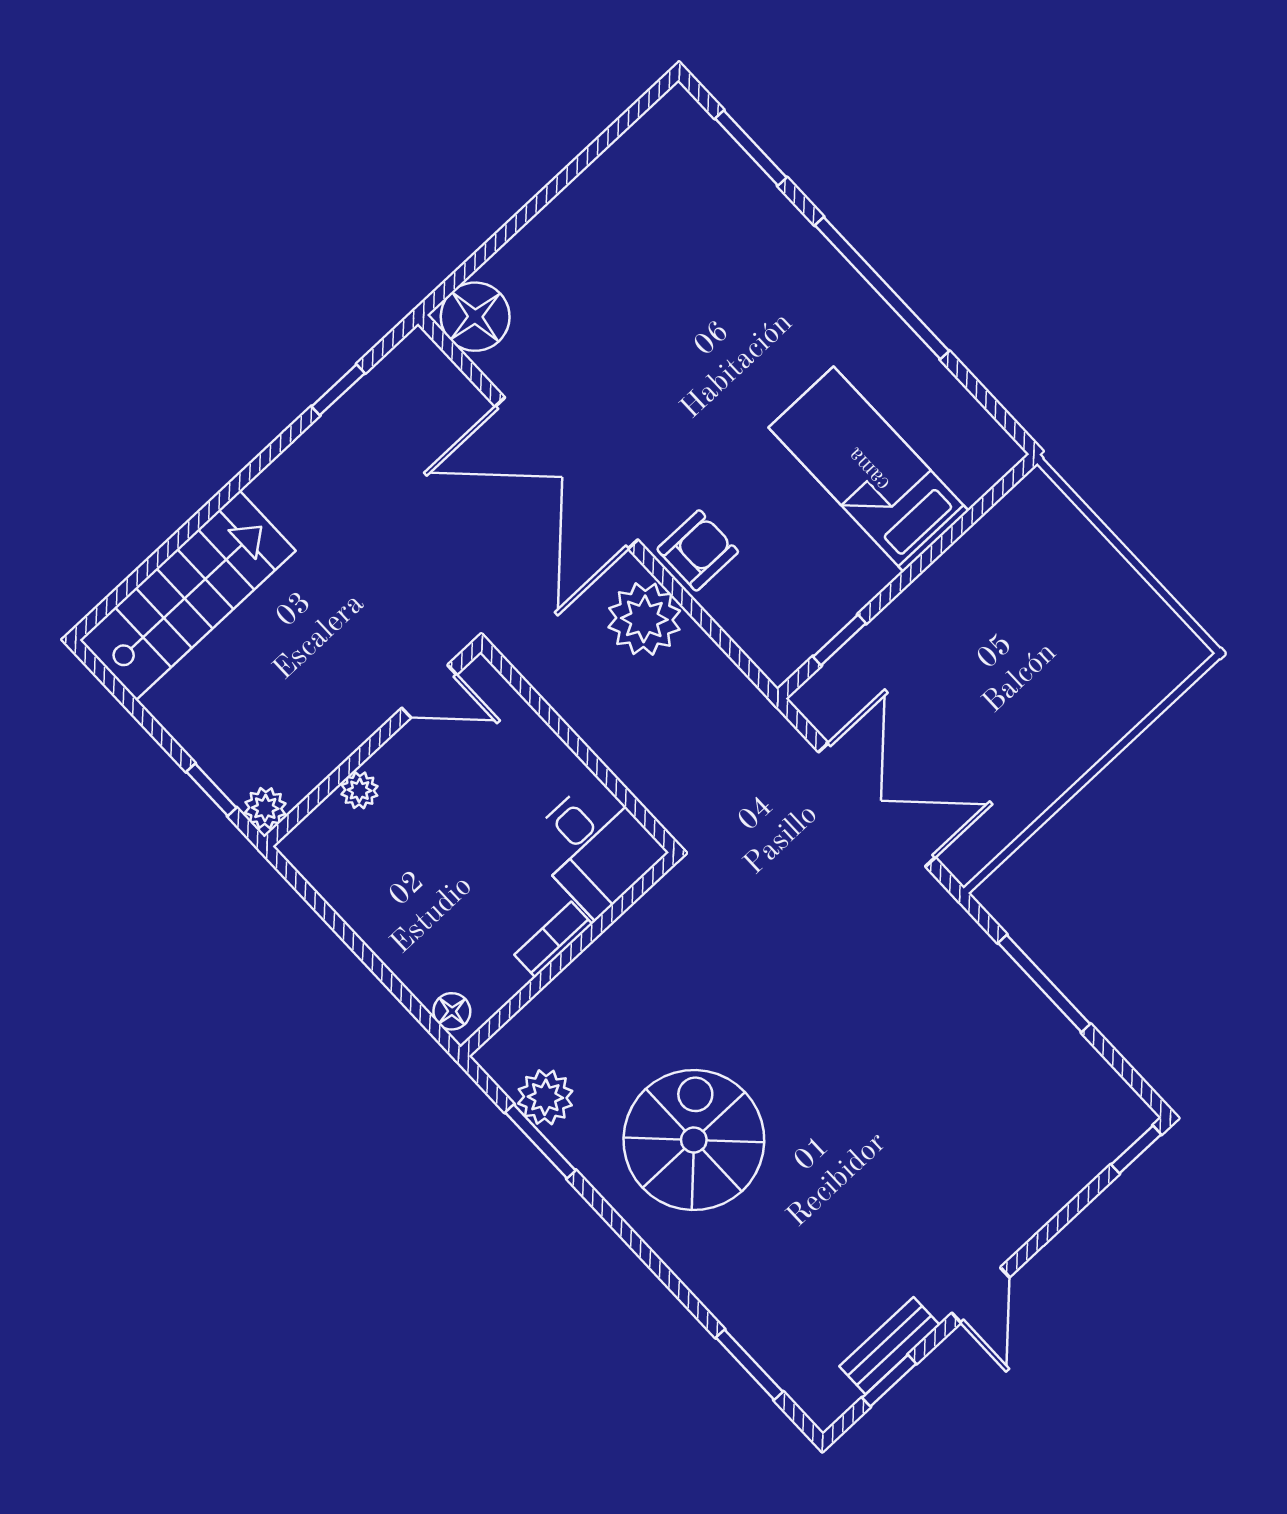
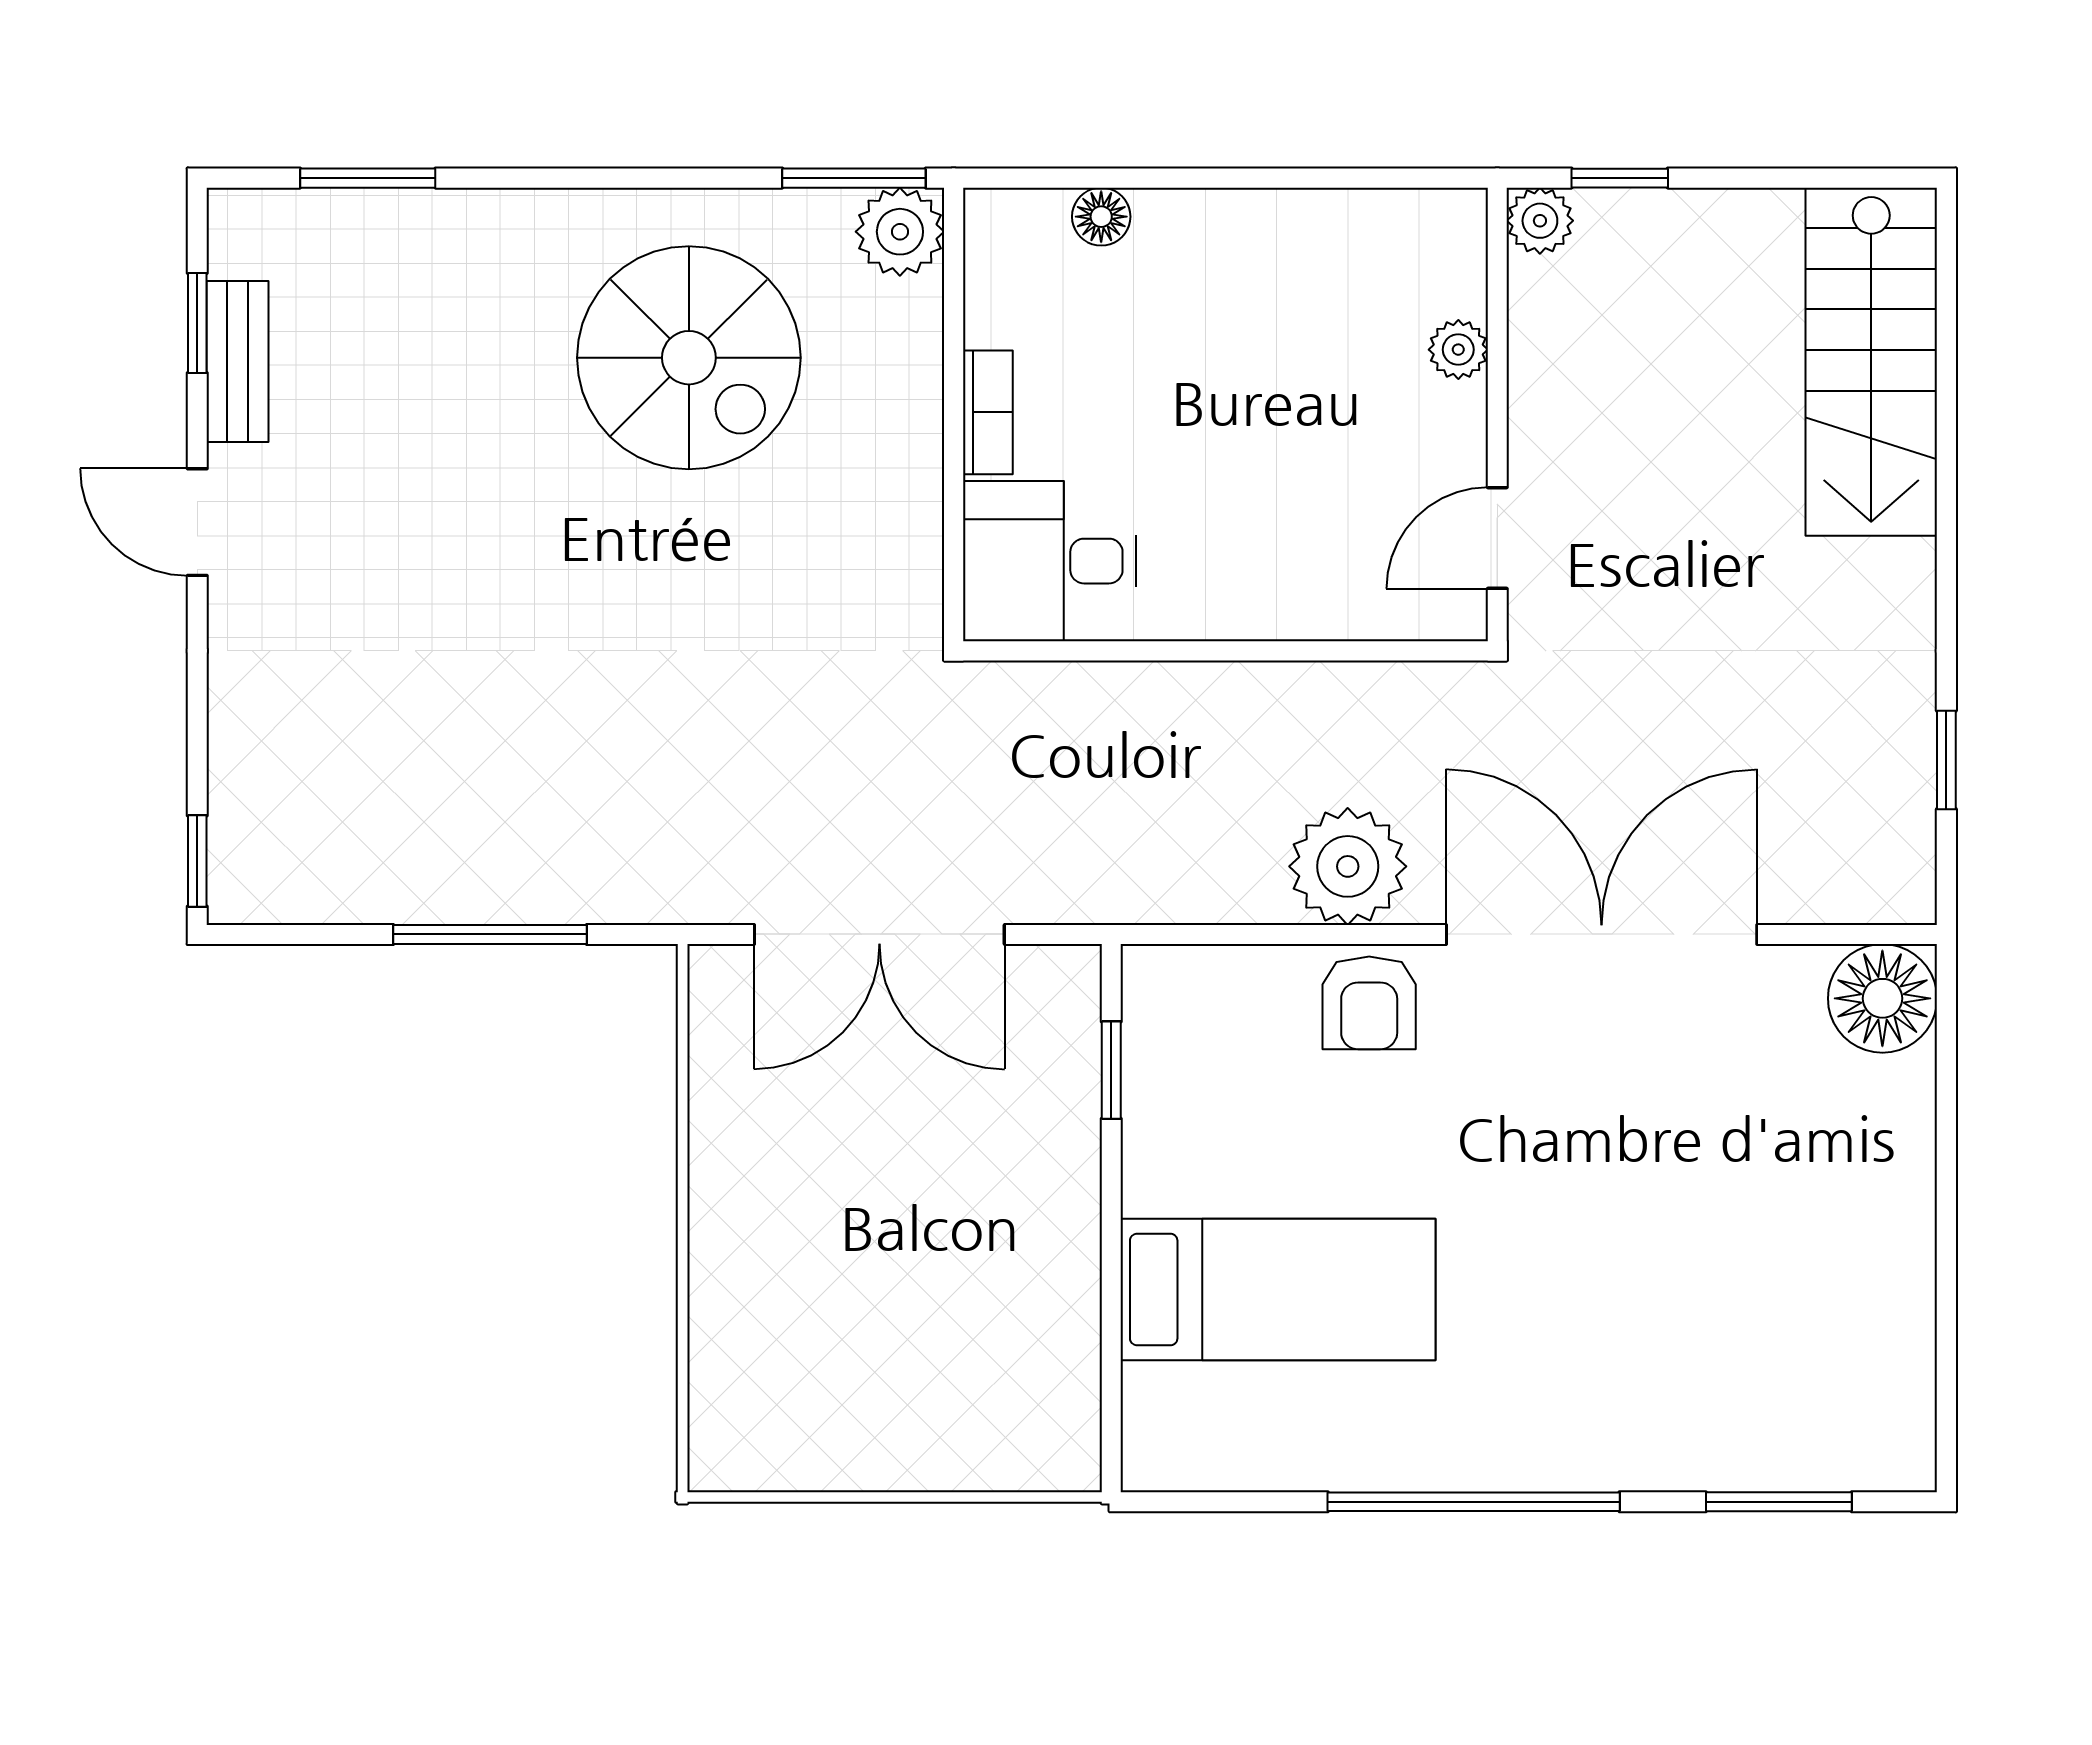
desk: (595, 847) -> (1050, 561), moved
bookcase: (553, 939) -> (988, 412), moved
wall: (569, 954) -> (954, 414), moved

